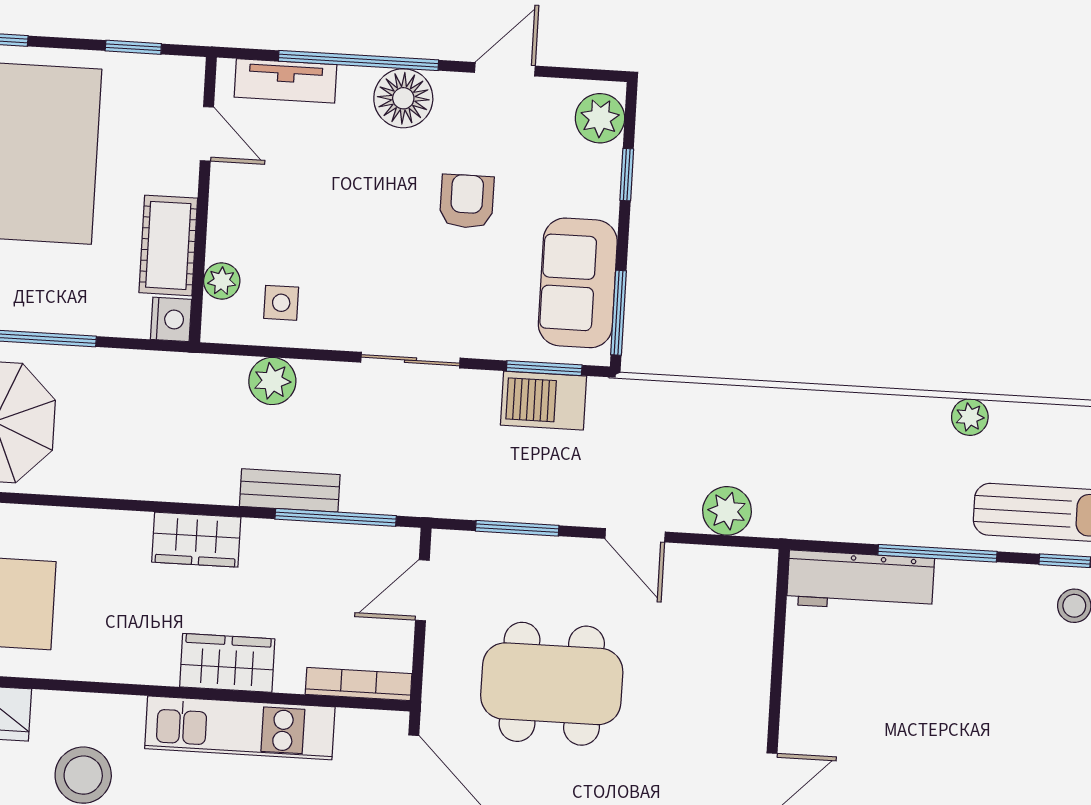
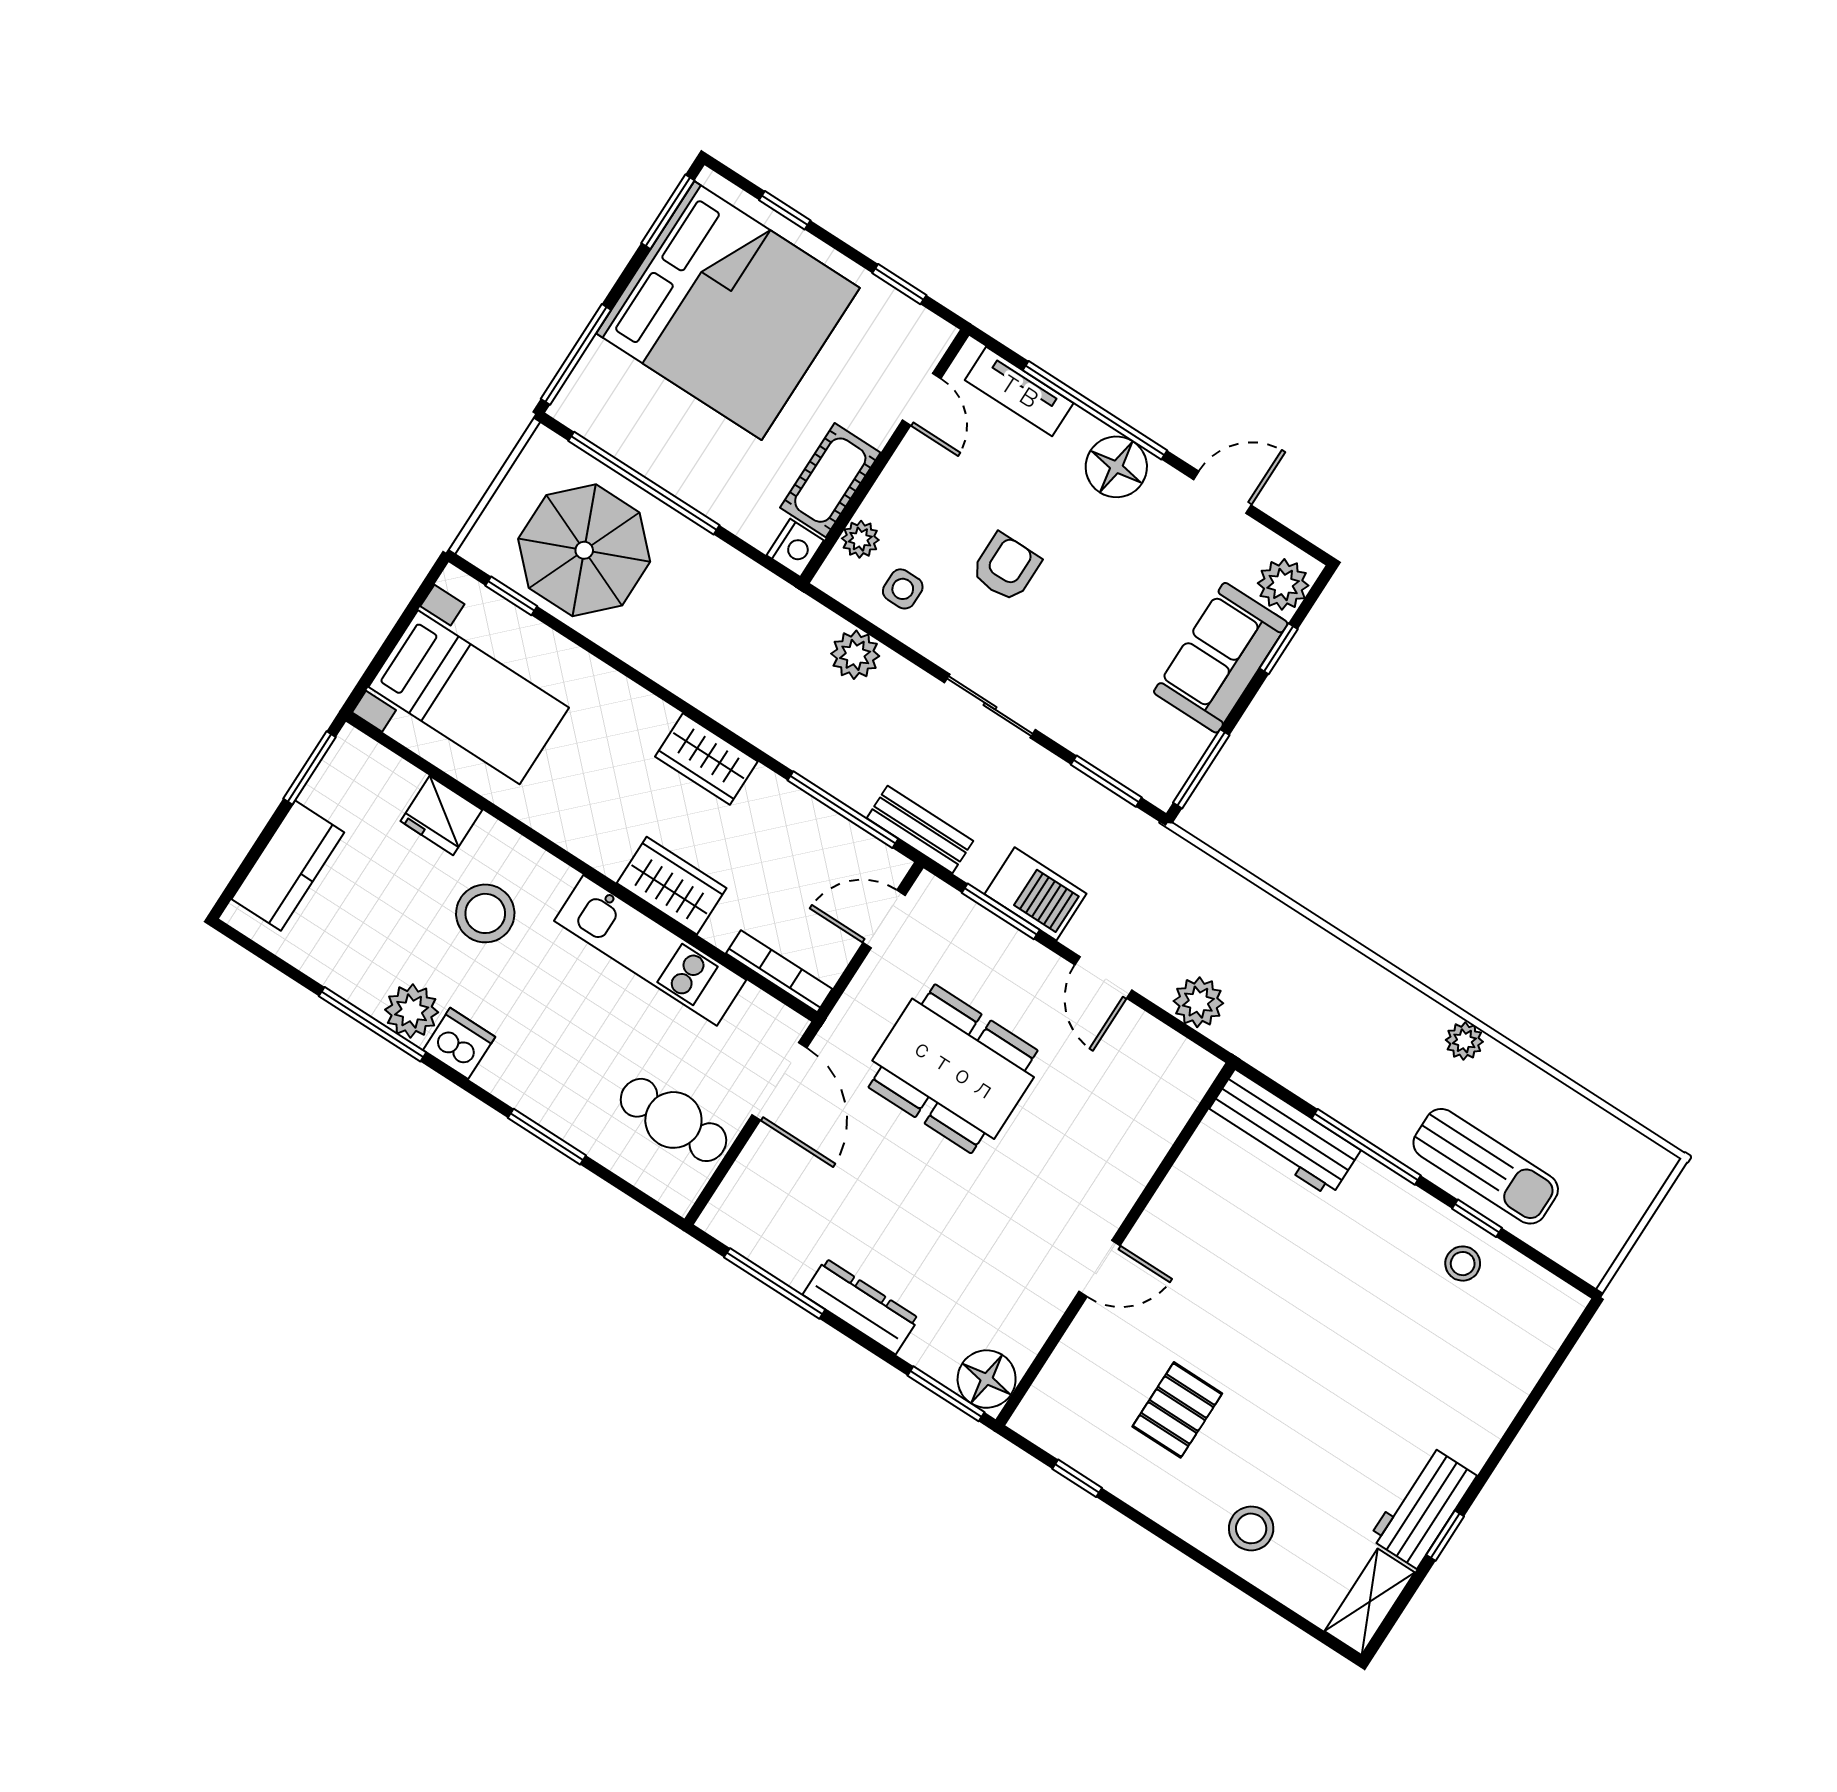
armchair: (467, 201) -> (1006, 567), moved
sofa: (578, 283) -> (1221, 658), moved
barbecue: (544, 401) -> (1036, 894), moved, turned 180
bench: (290, 490) -> (920, 829), moved

